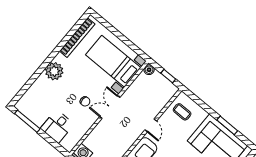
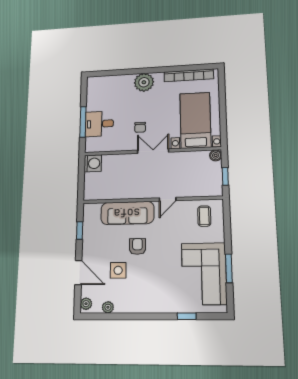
window: (27, 121) -> (83, 122), moved

